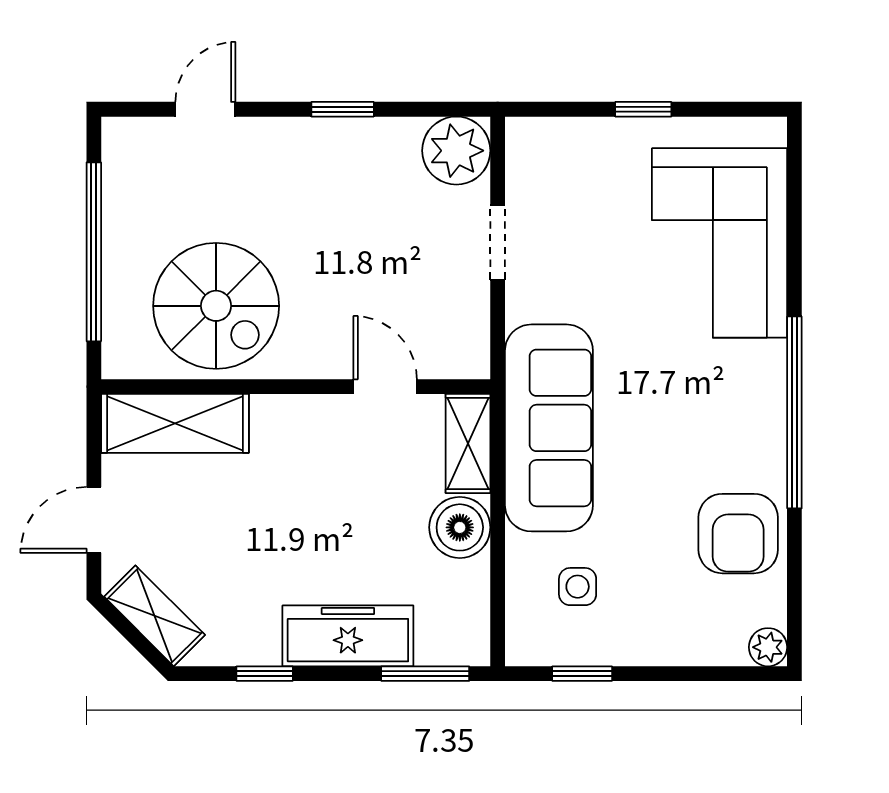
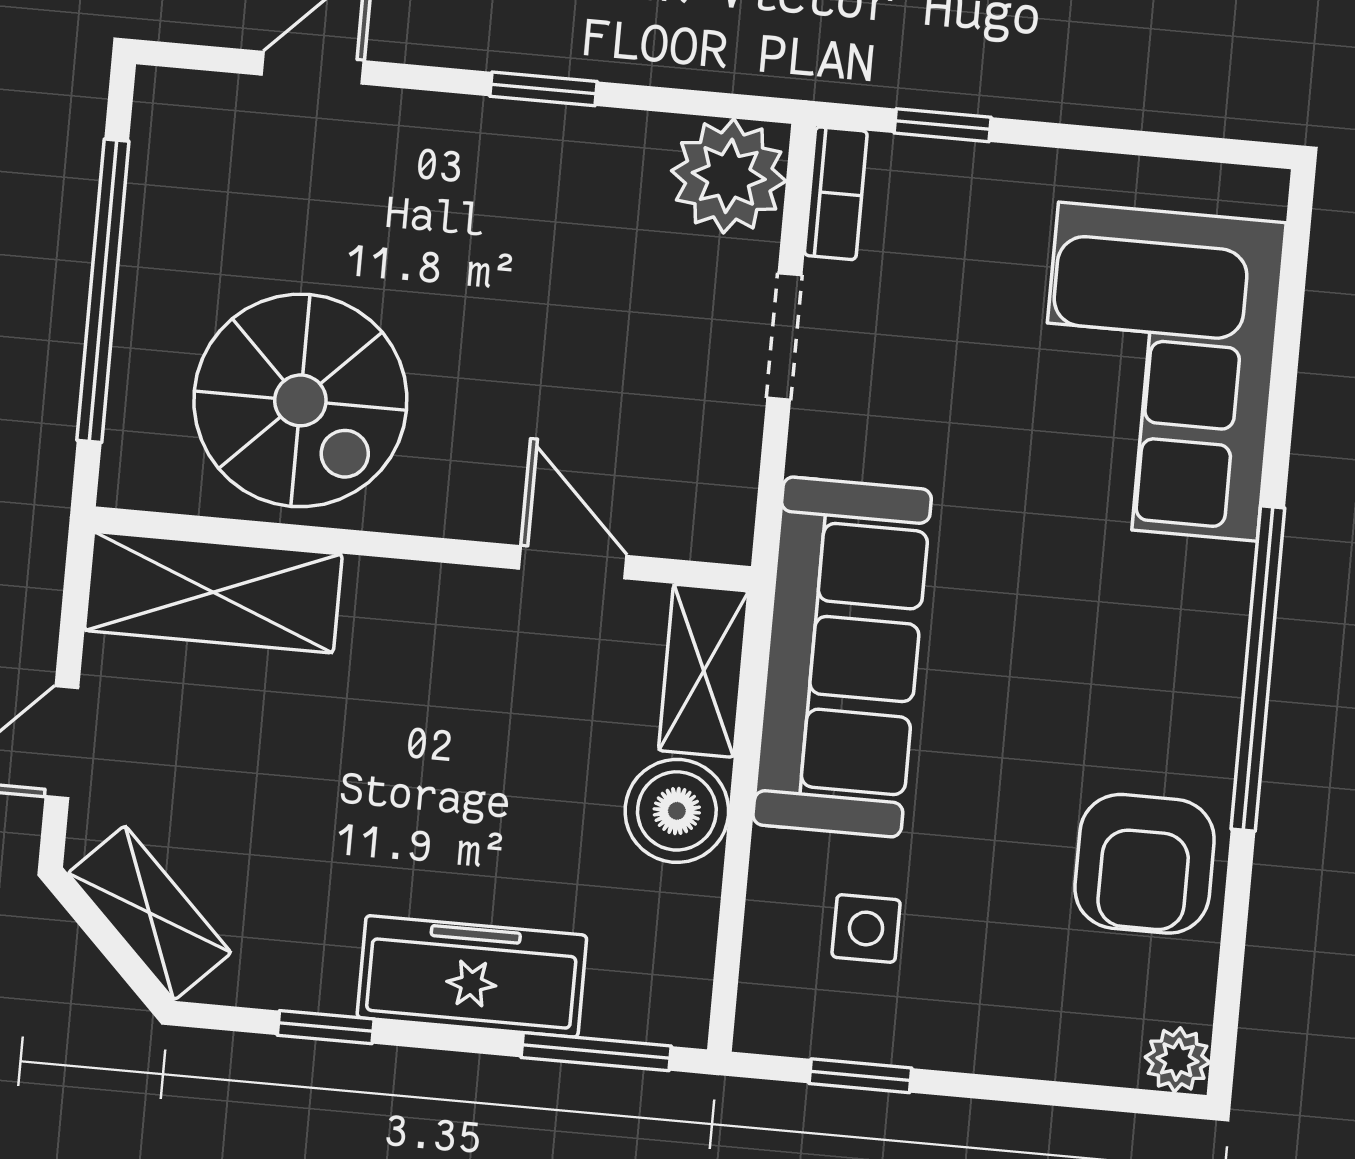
window: (643, 109) -> (943, 125), moved
bookcase: (520, 155) -> (836, 193), added

